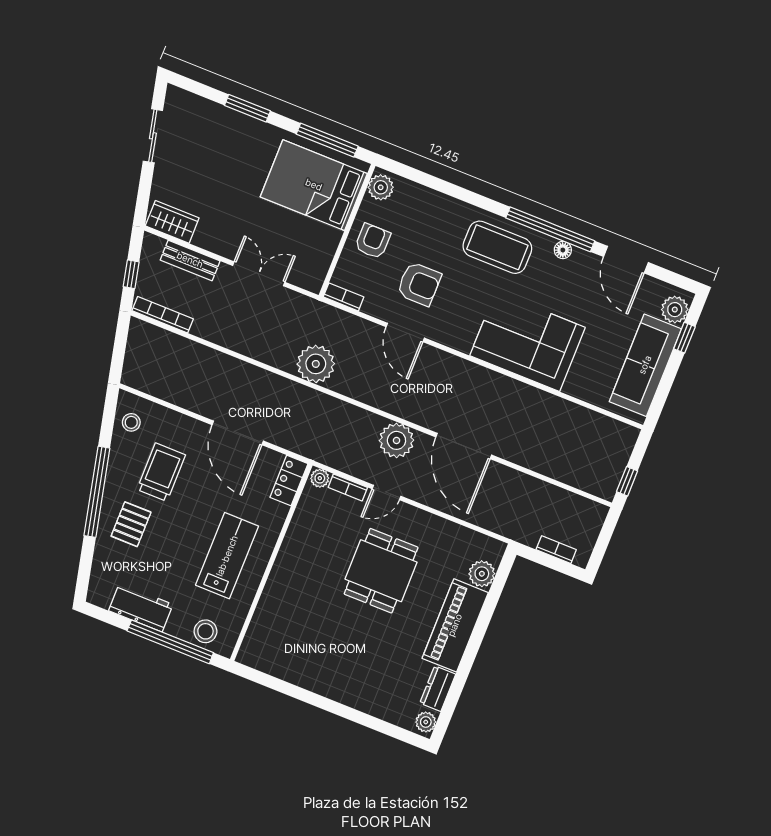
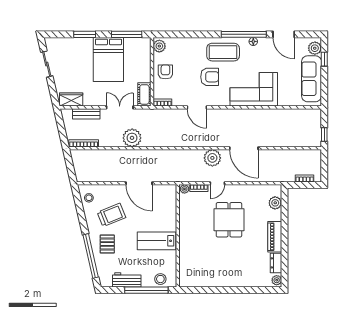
bed: (314, 185) -> (108, 60), moved, turned -90
cot: (315, 268) -> (144, 94), added
window: (131, 274) -> (62, 131), removed
armchair: (419, 284) -> (210, 77), moved
plant: (316, 364) -> (132, 138), moved
trolley: (161, 472) -> (111, 215), turned 68
locker: (289, 480) -> (171, 196), removed
window: (97, 492) -> (91, 256), moved
lab bench: (227, 556) -> (156, 241), turned -90
piano: (455, 625) -> (275, 237), width x0.73, depth x0.75

